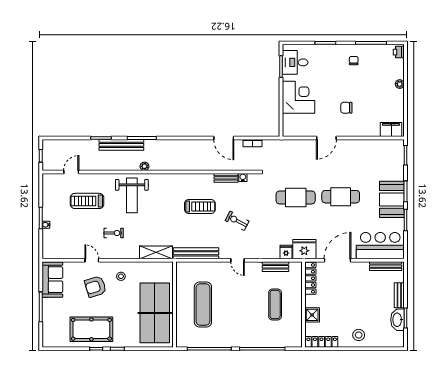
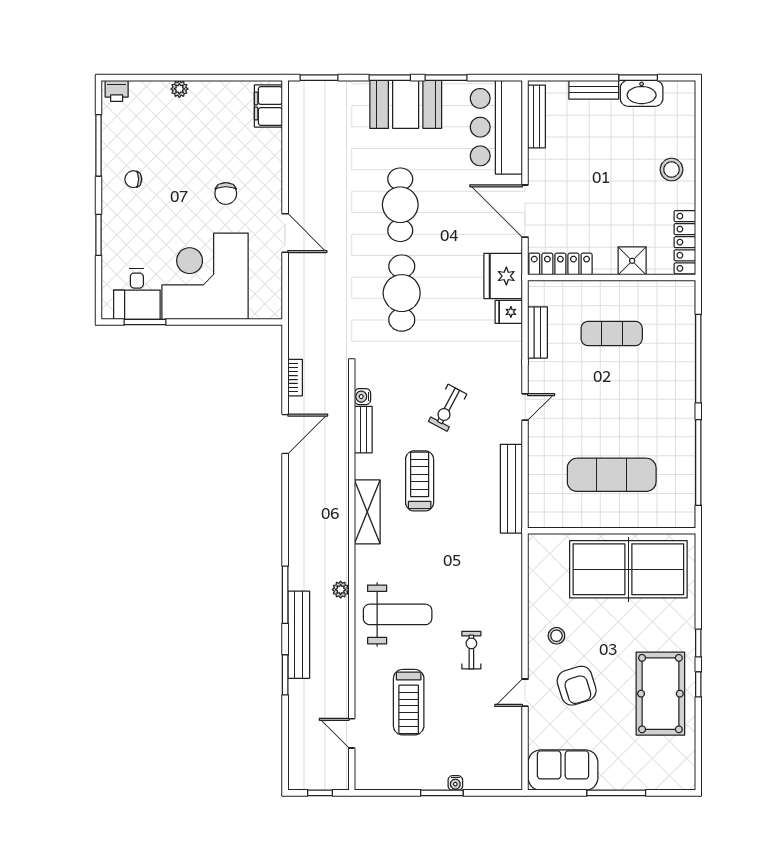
corner desk: (298, 97) -> (205, 276), width x1.36, depth x1.36
shelving: (156, 252) -> (367, 512), moved

